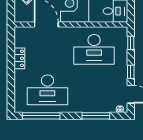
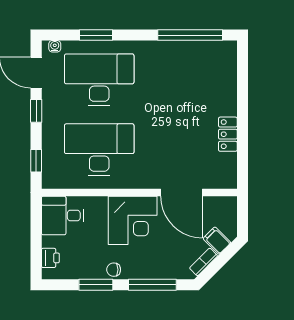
desk: (47, 90) -> (99, 80), moved
window: (96, 116) -> (96, 35), width x0.69

